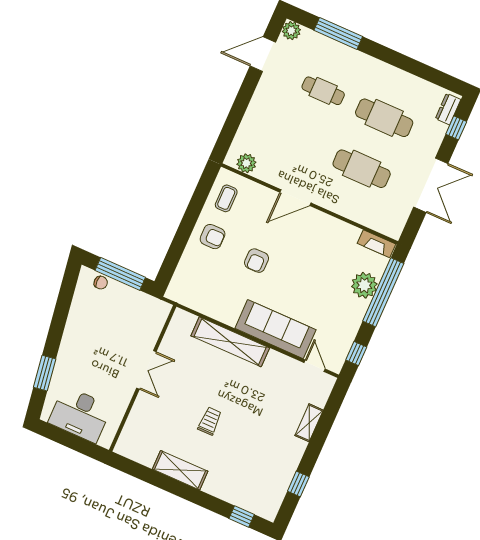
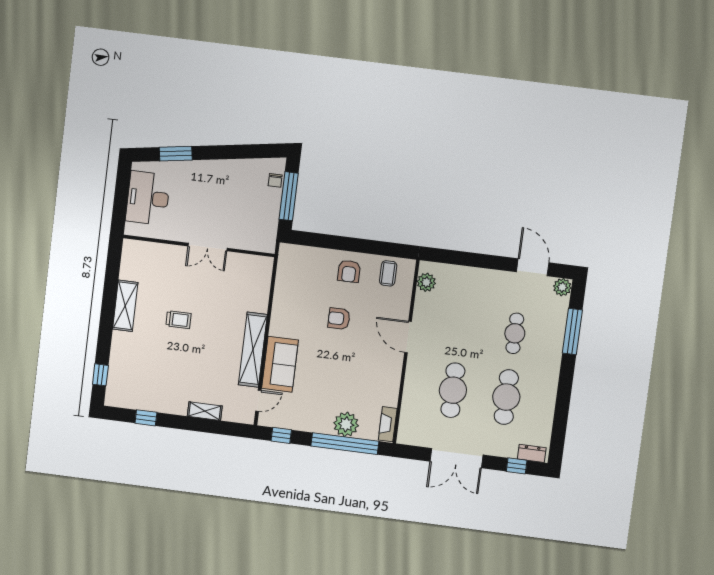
coffee table: (226, 198) -> (388, 273), turned 90
sofa: (275, 329) -> (280, 364), width x0.73
shelving: (230, 342) -> (253, 350), moved

